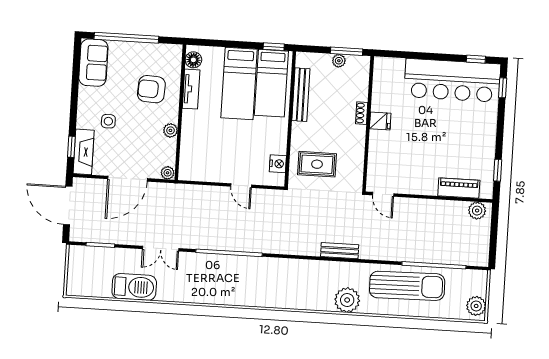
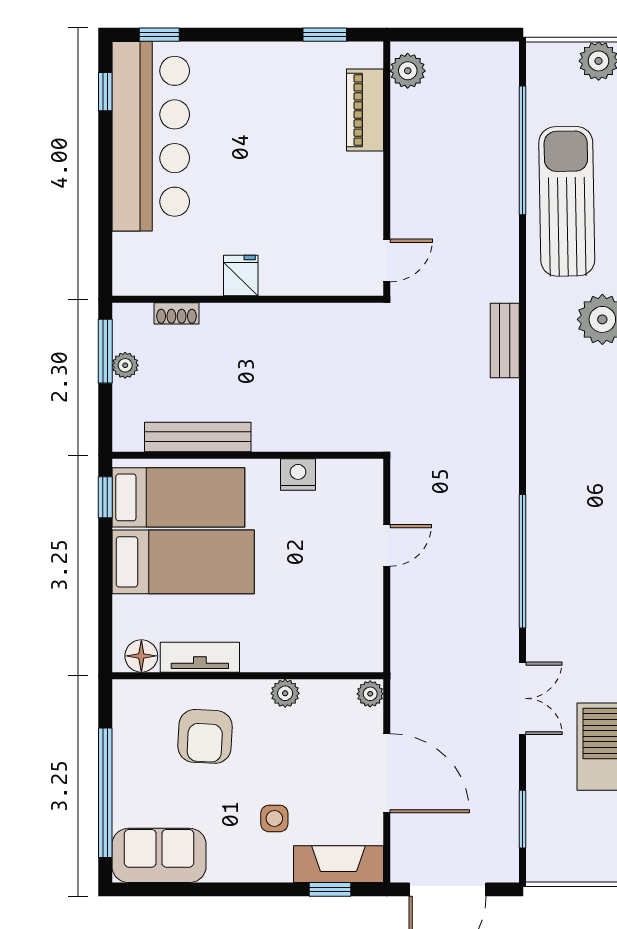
shoe rack: (362, 113) -> (176, 313), moved
nightstand: (278, 164) -> (298, 474), moved
rug: (317, 164) -> (335, 396), removed

